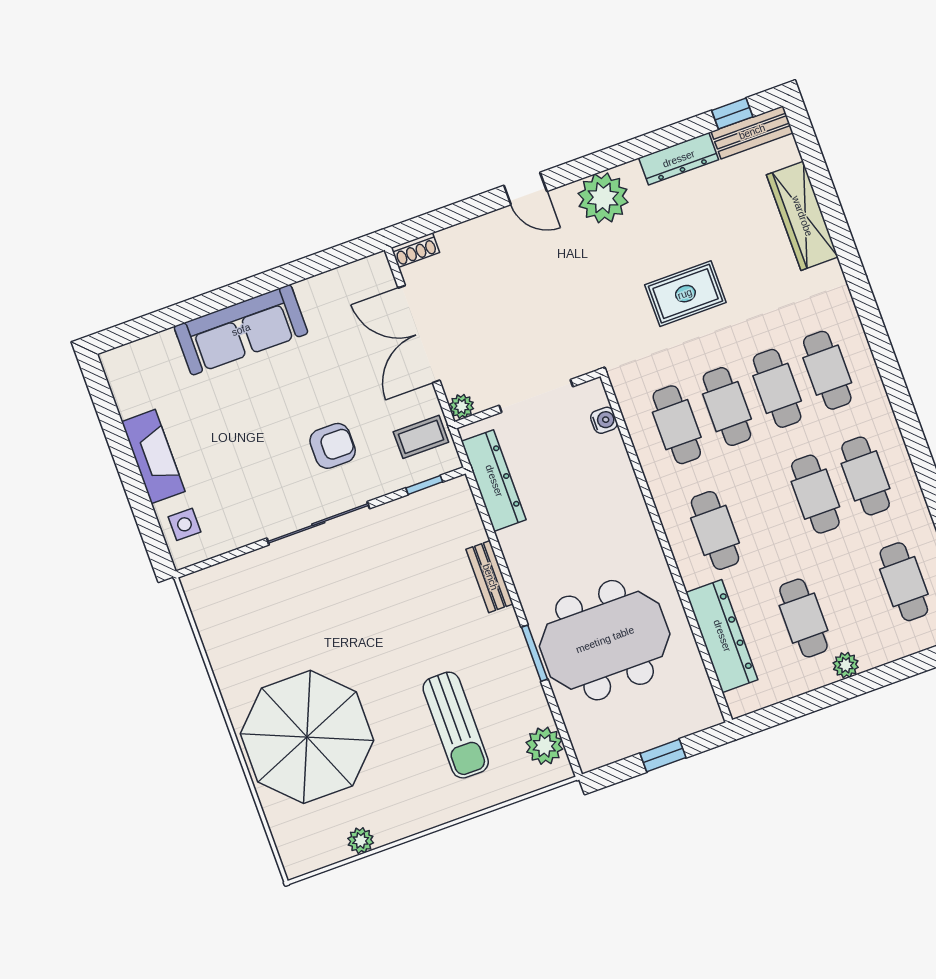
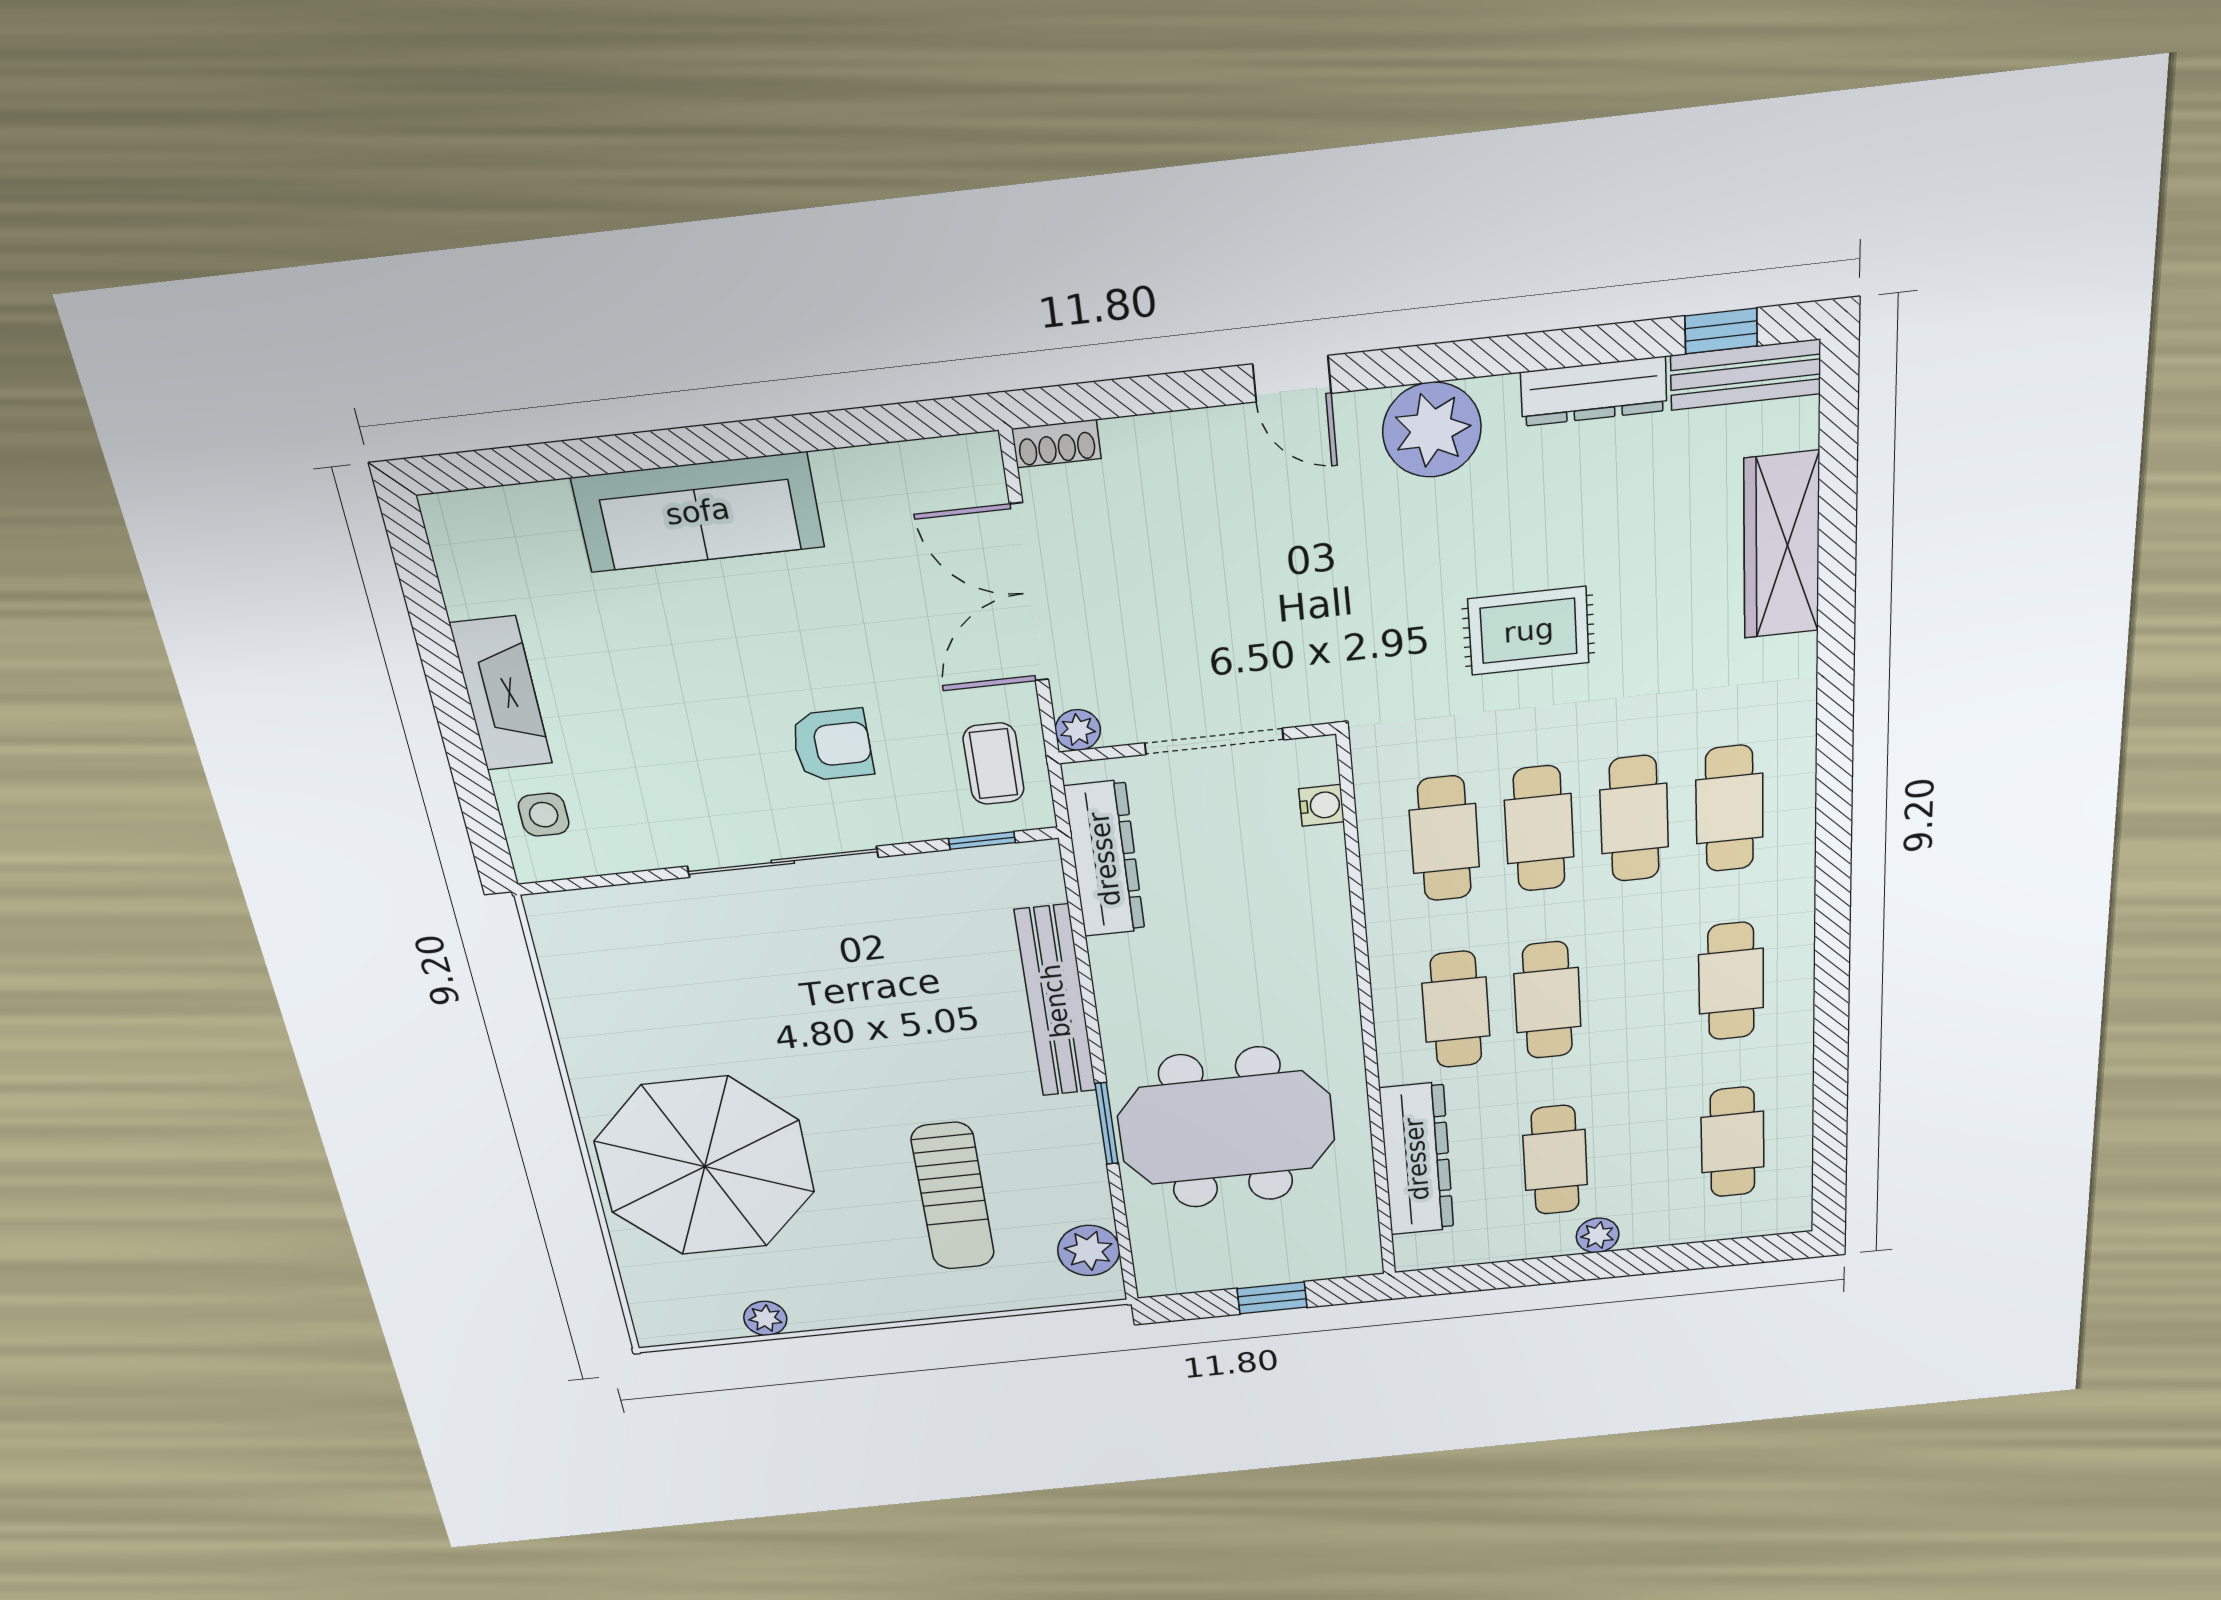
coffee table: (421, 437) -> (994, 764), turned 90
cafe table: (815, 494) -> (1547, 1000), moved
bench: (490, 577) -> (1056, 1001), width x1.86, depth x1.21

